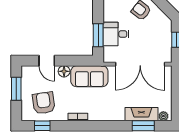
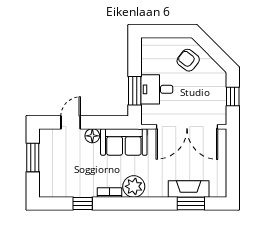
door: (47, 61) -> (71, 122), swing flipped
armchair: (44, 103) -> (67, 175), removed
plant: (163, 116) -> (134, 186), moved, width x1.88, depth x1.88
window: (42, 126) -> (83, 204), moved

